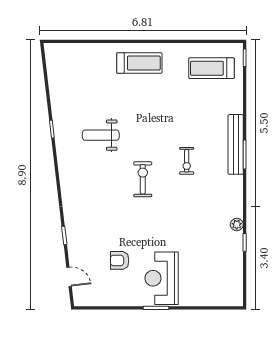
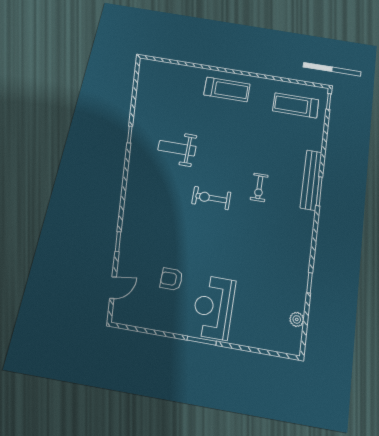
exercise bike: (143, 179) -> (211, 198), turned -90
plant: (237, 225) -> (297, 319), moved
door: (69, 277) -> (113, 288), hinge flipped

